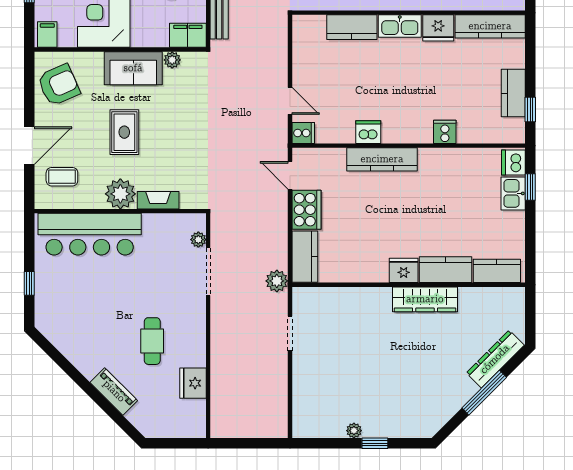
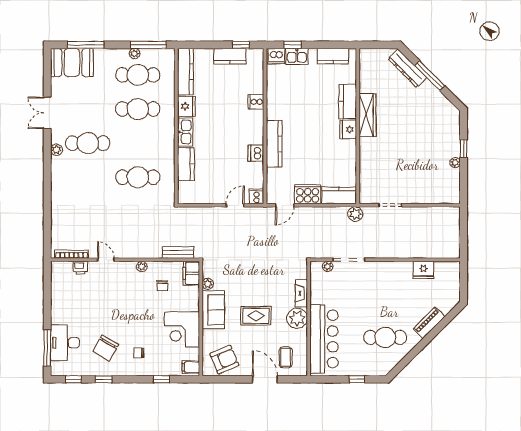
armchair: (59, 85) -> (224, 360), turned 91
kitchen counter: (497, 271) -> (333, 56), moved, turned -90
cafe table: (152, 341) -> (385, 337), moved, width x1.37, depth x1.35

